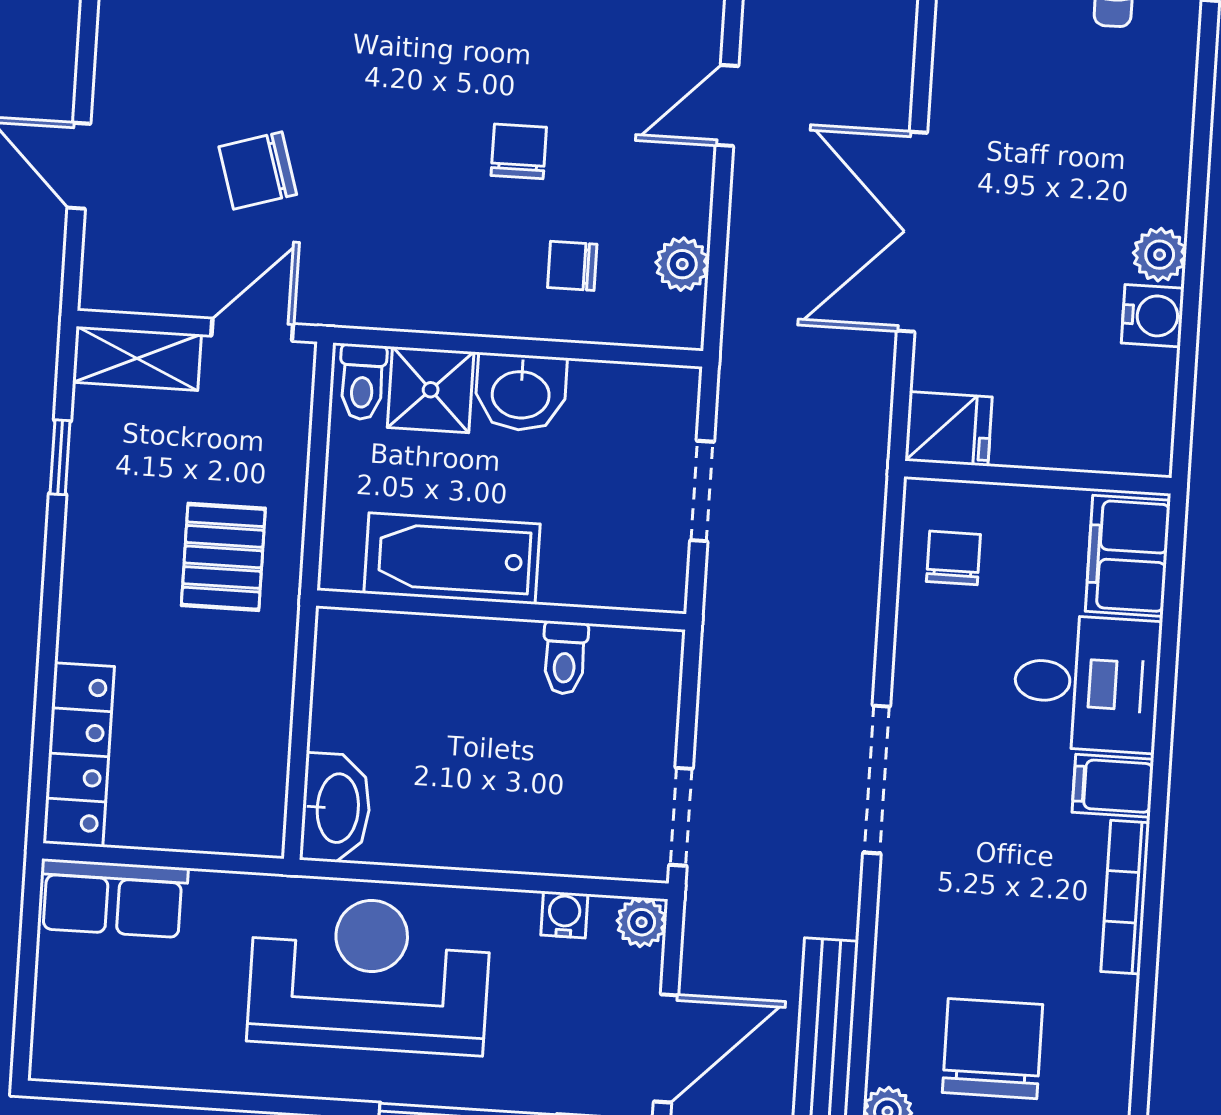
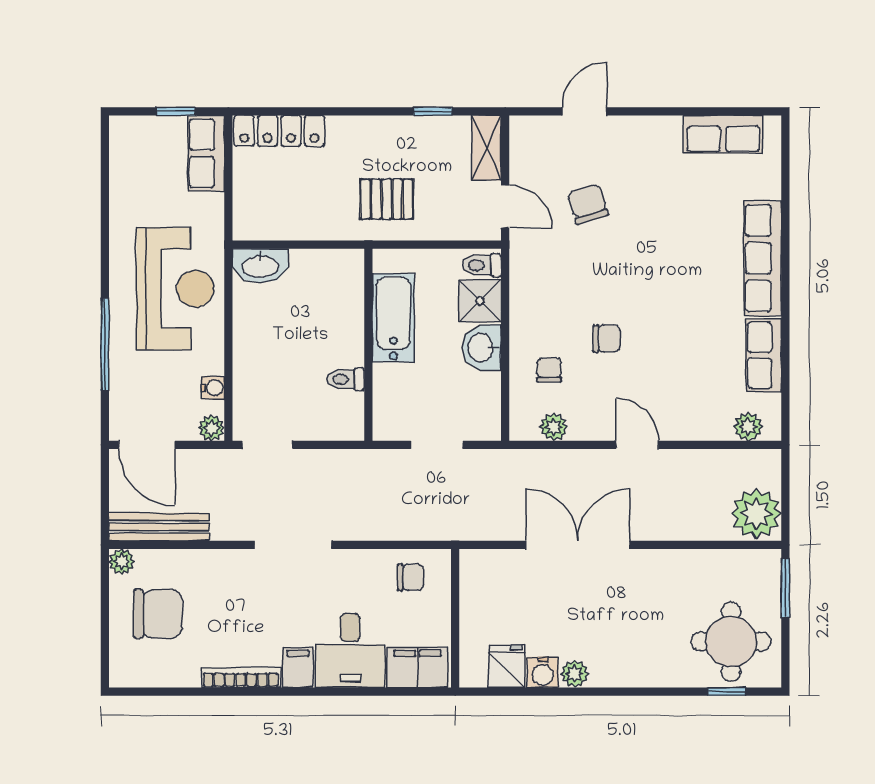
fridge: (949, 429) -> (507, 666), moved, turned 180
window: (28, 952) -> (176, 111), added

